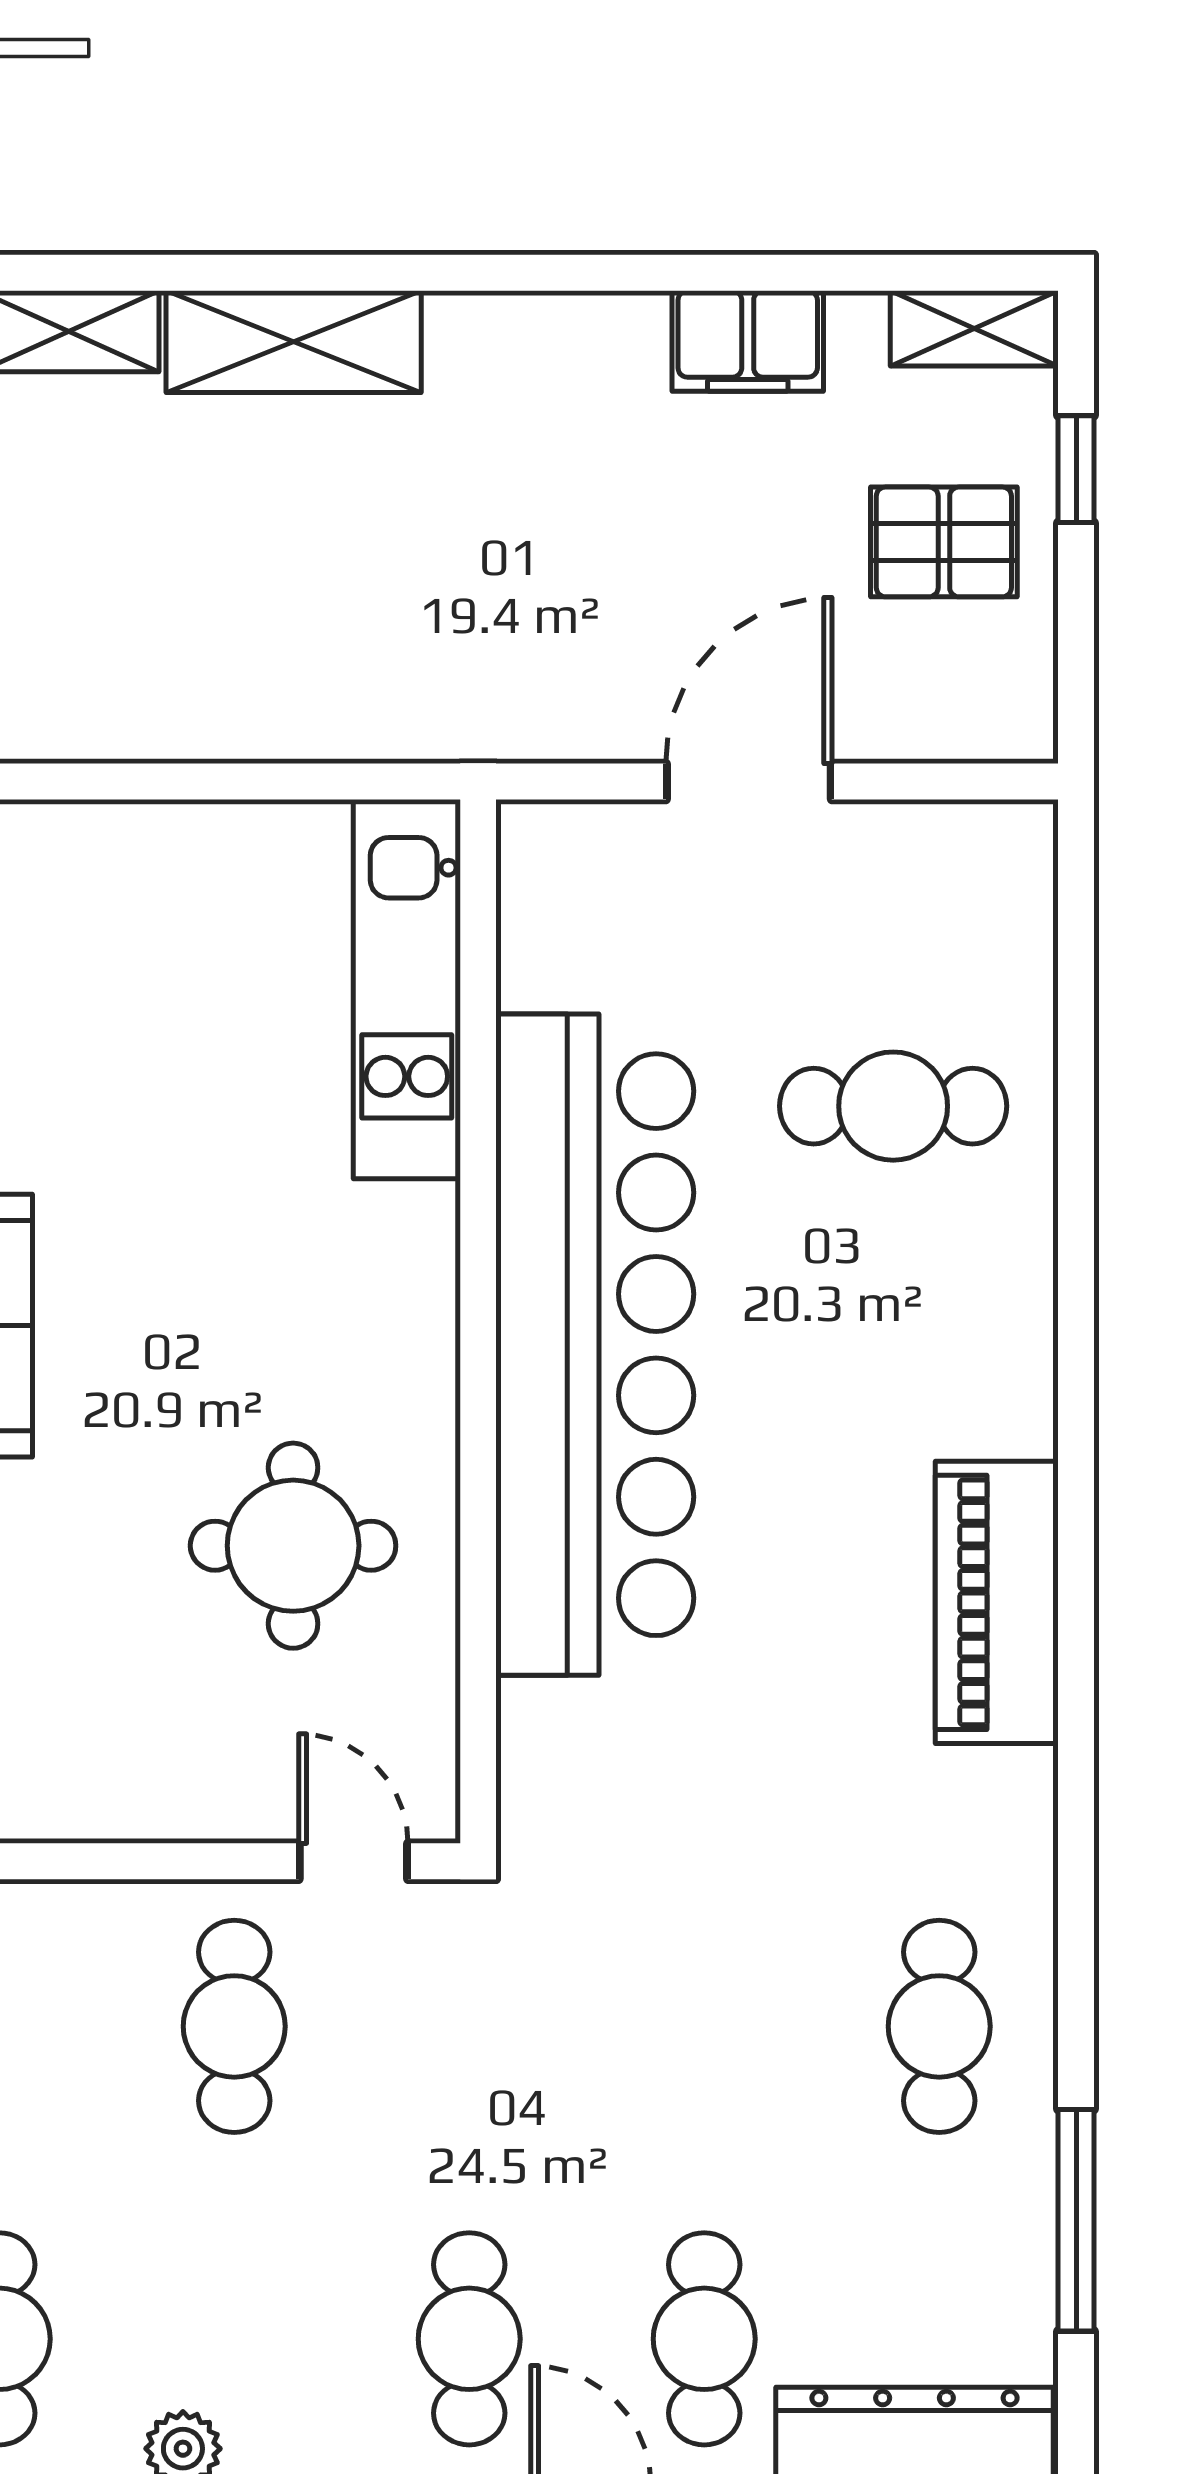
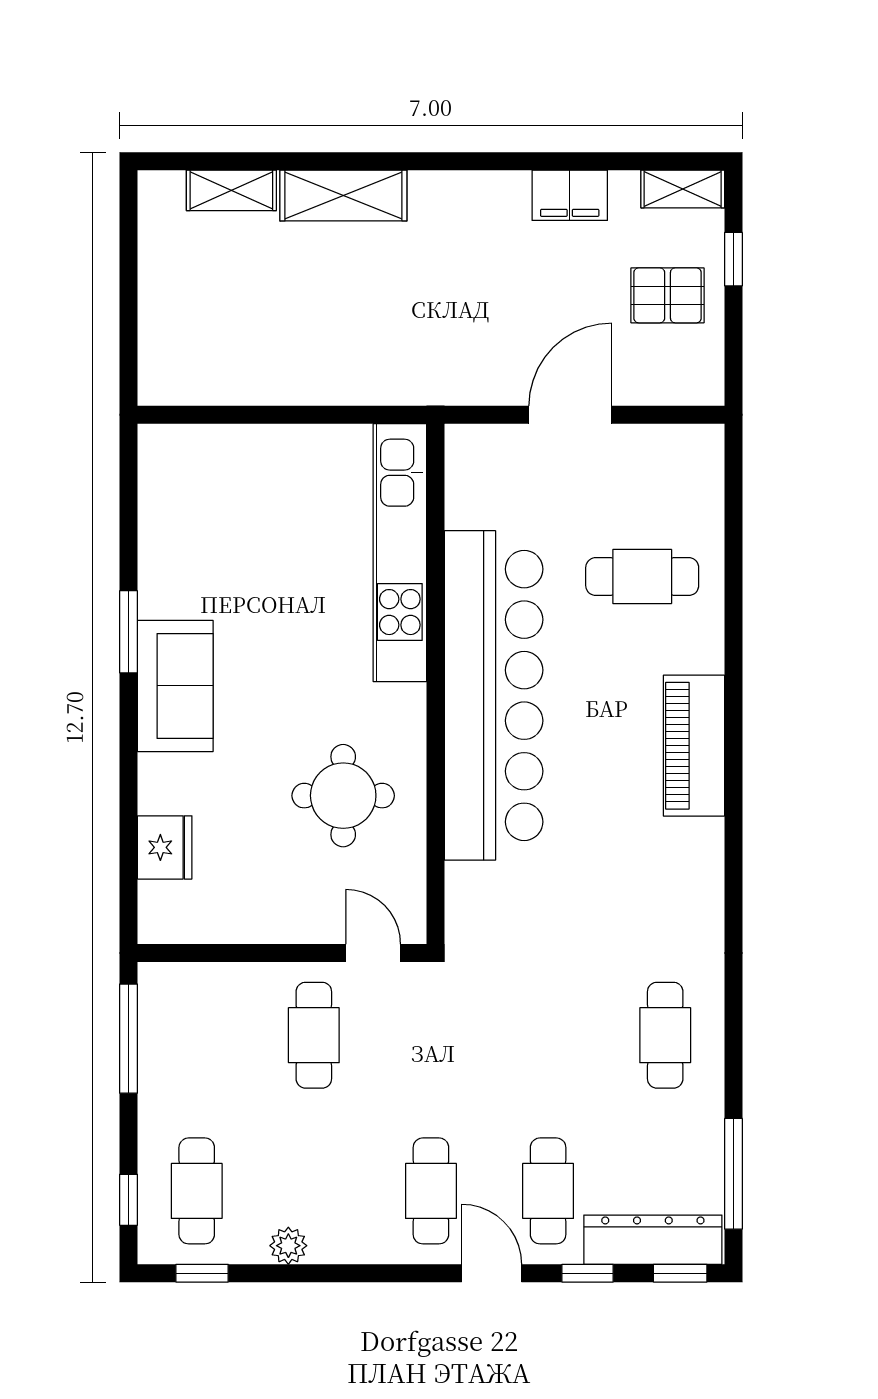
kitchen unit: (407, 989) -> (400, 553), width x1.36
piano: (997, 1602) -> (694, 746), moved
window: (1076, 2220) -> (733, 1174), moved

